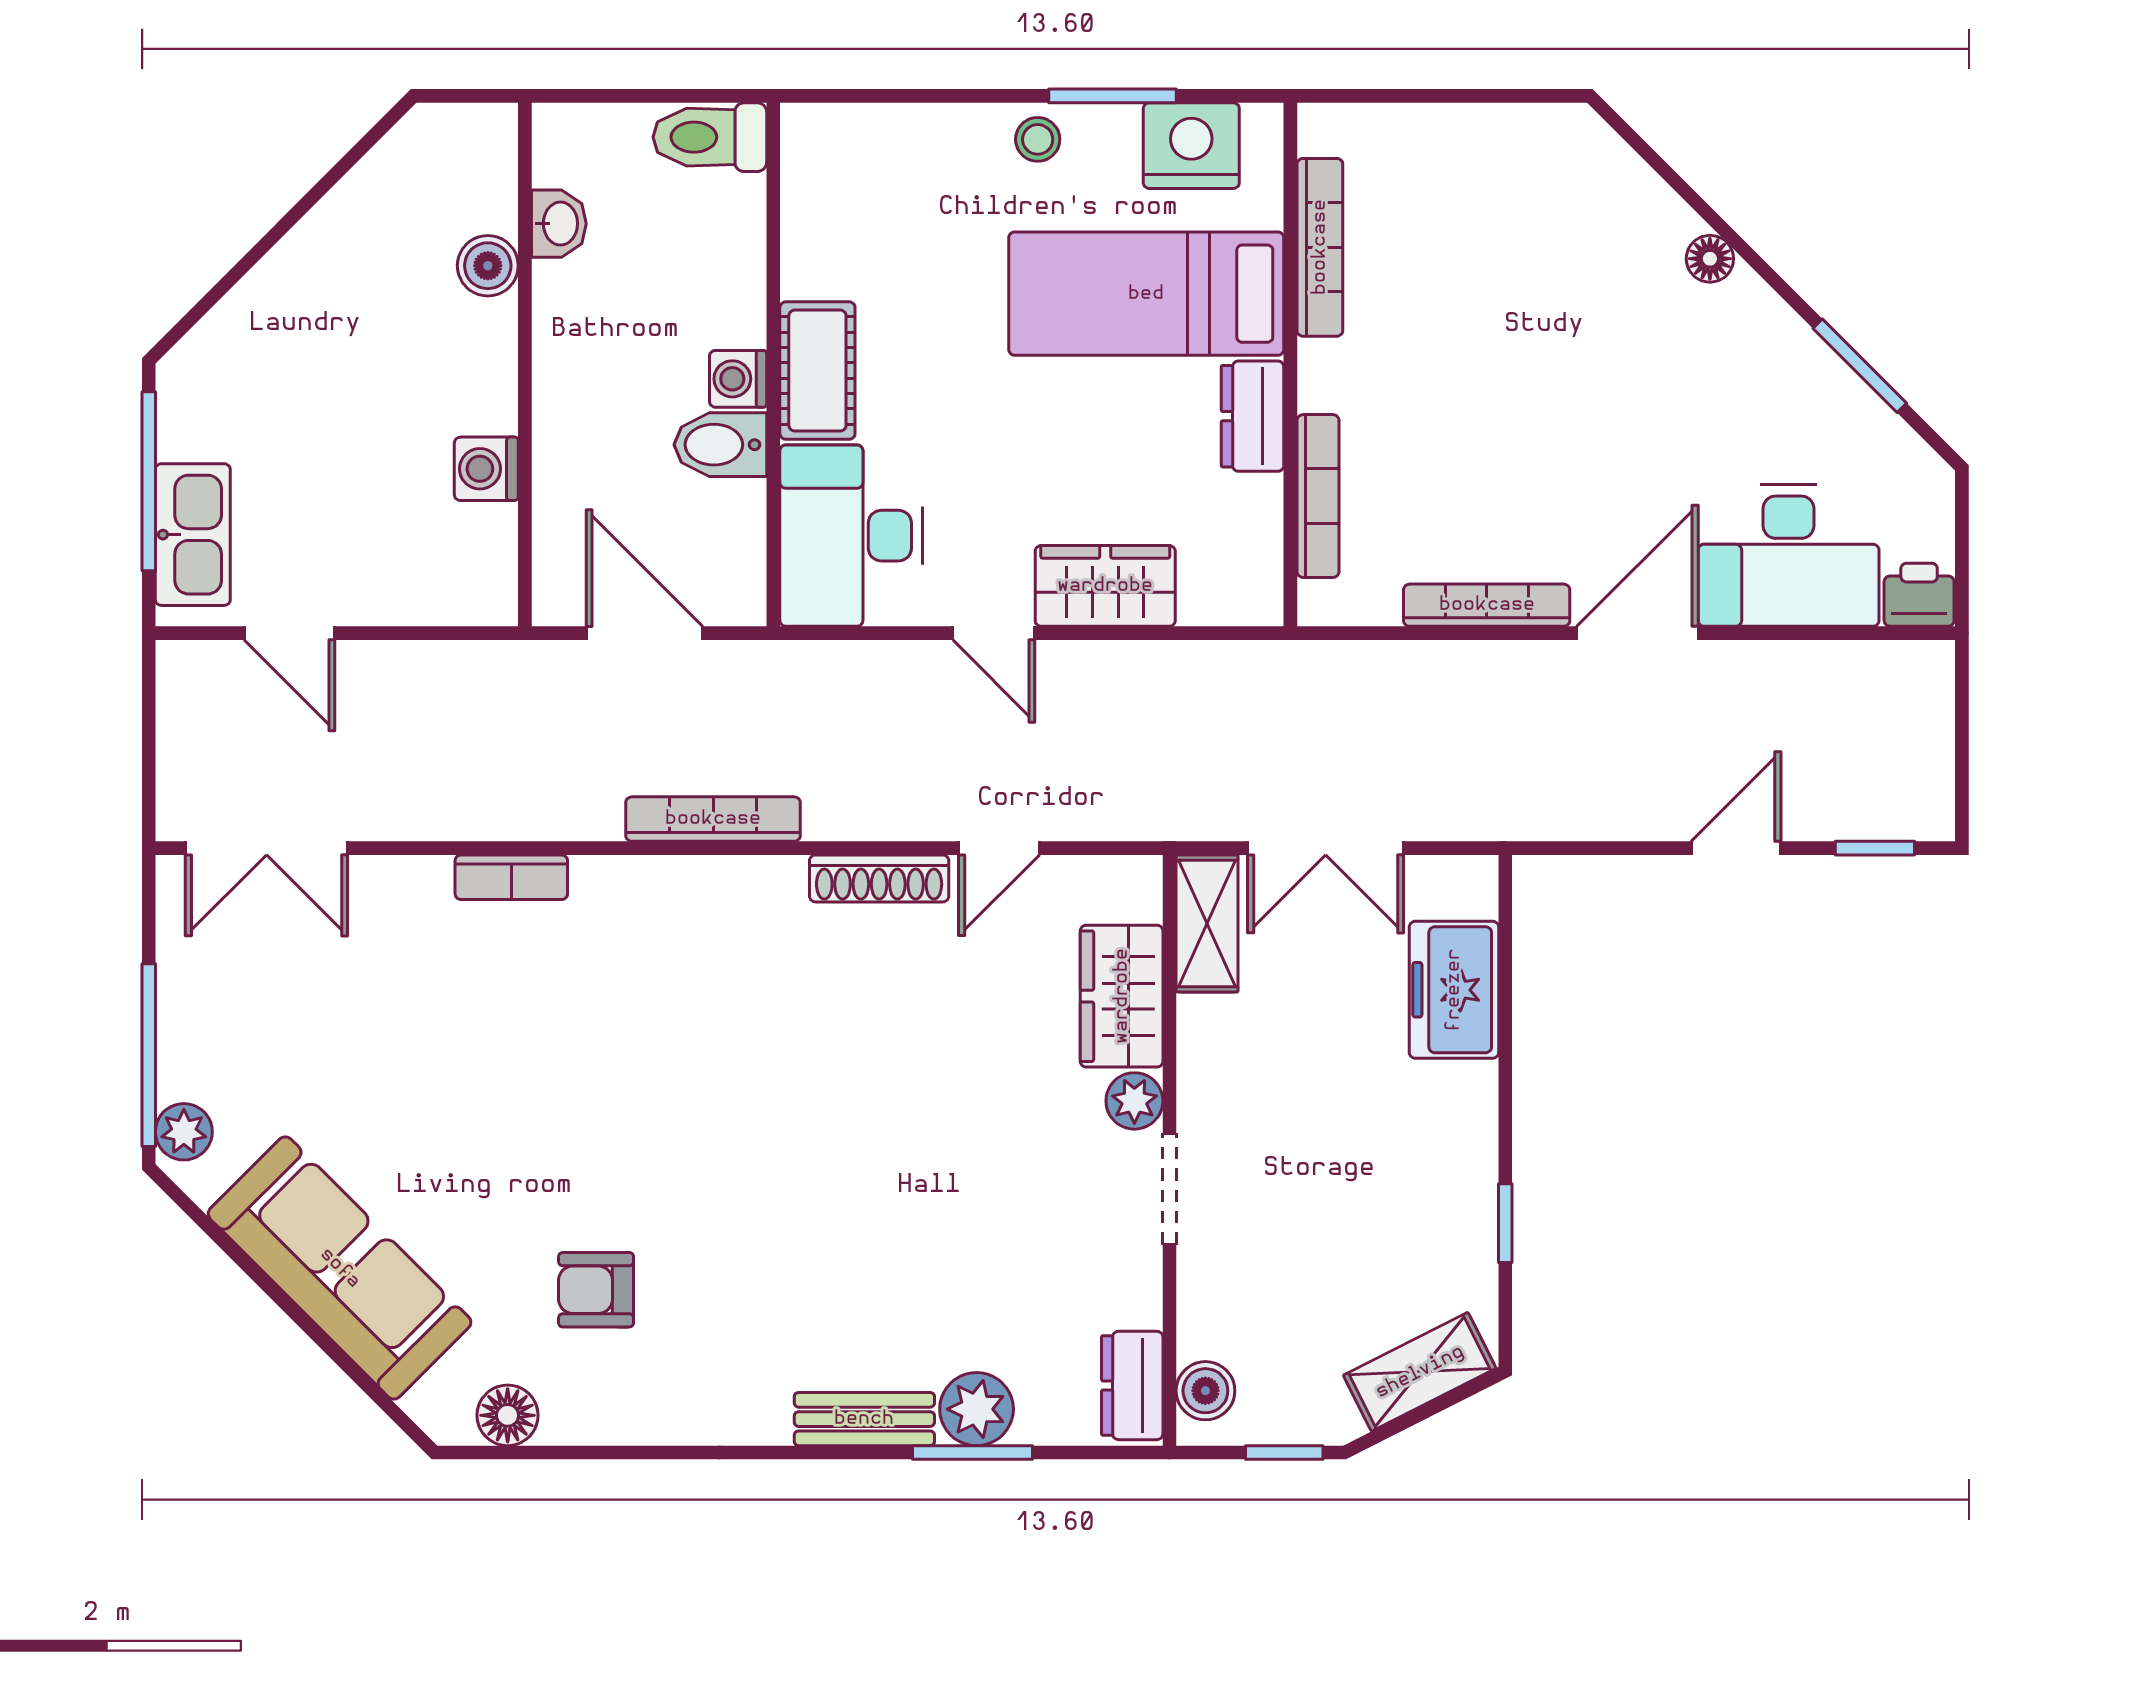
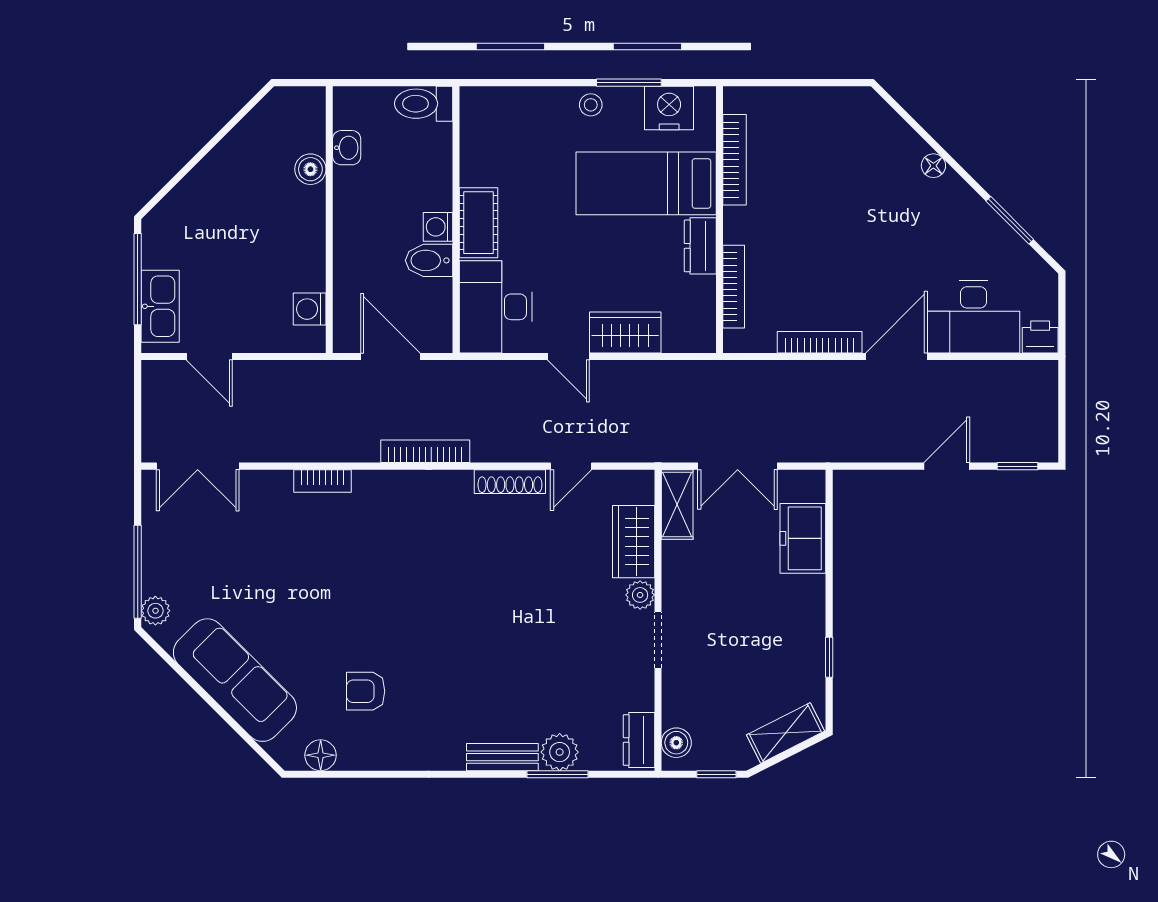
washing machine: (486, 469) -> (310, 309), moved

